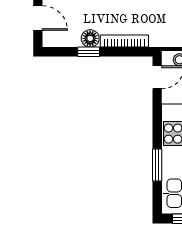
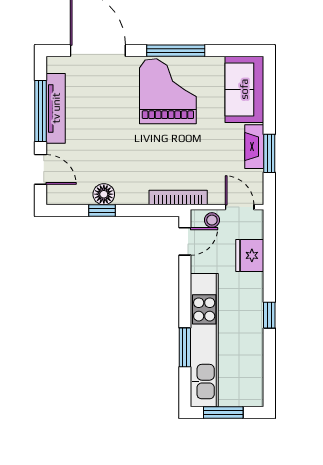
bookcase: (124, 41) -> (178, 197), moved

